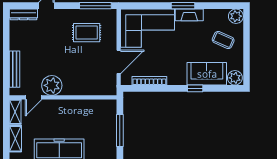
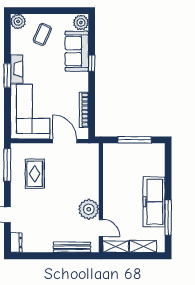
dresser: (23, 14) -> (16, 243), width x0.70

